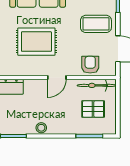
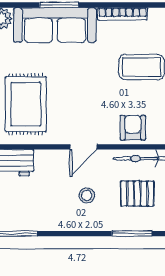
rug: (36, 42) -> (26, 104), moved, turned 90
stool: (41, 128) -> (87, 196), moved

